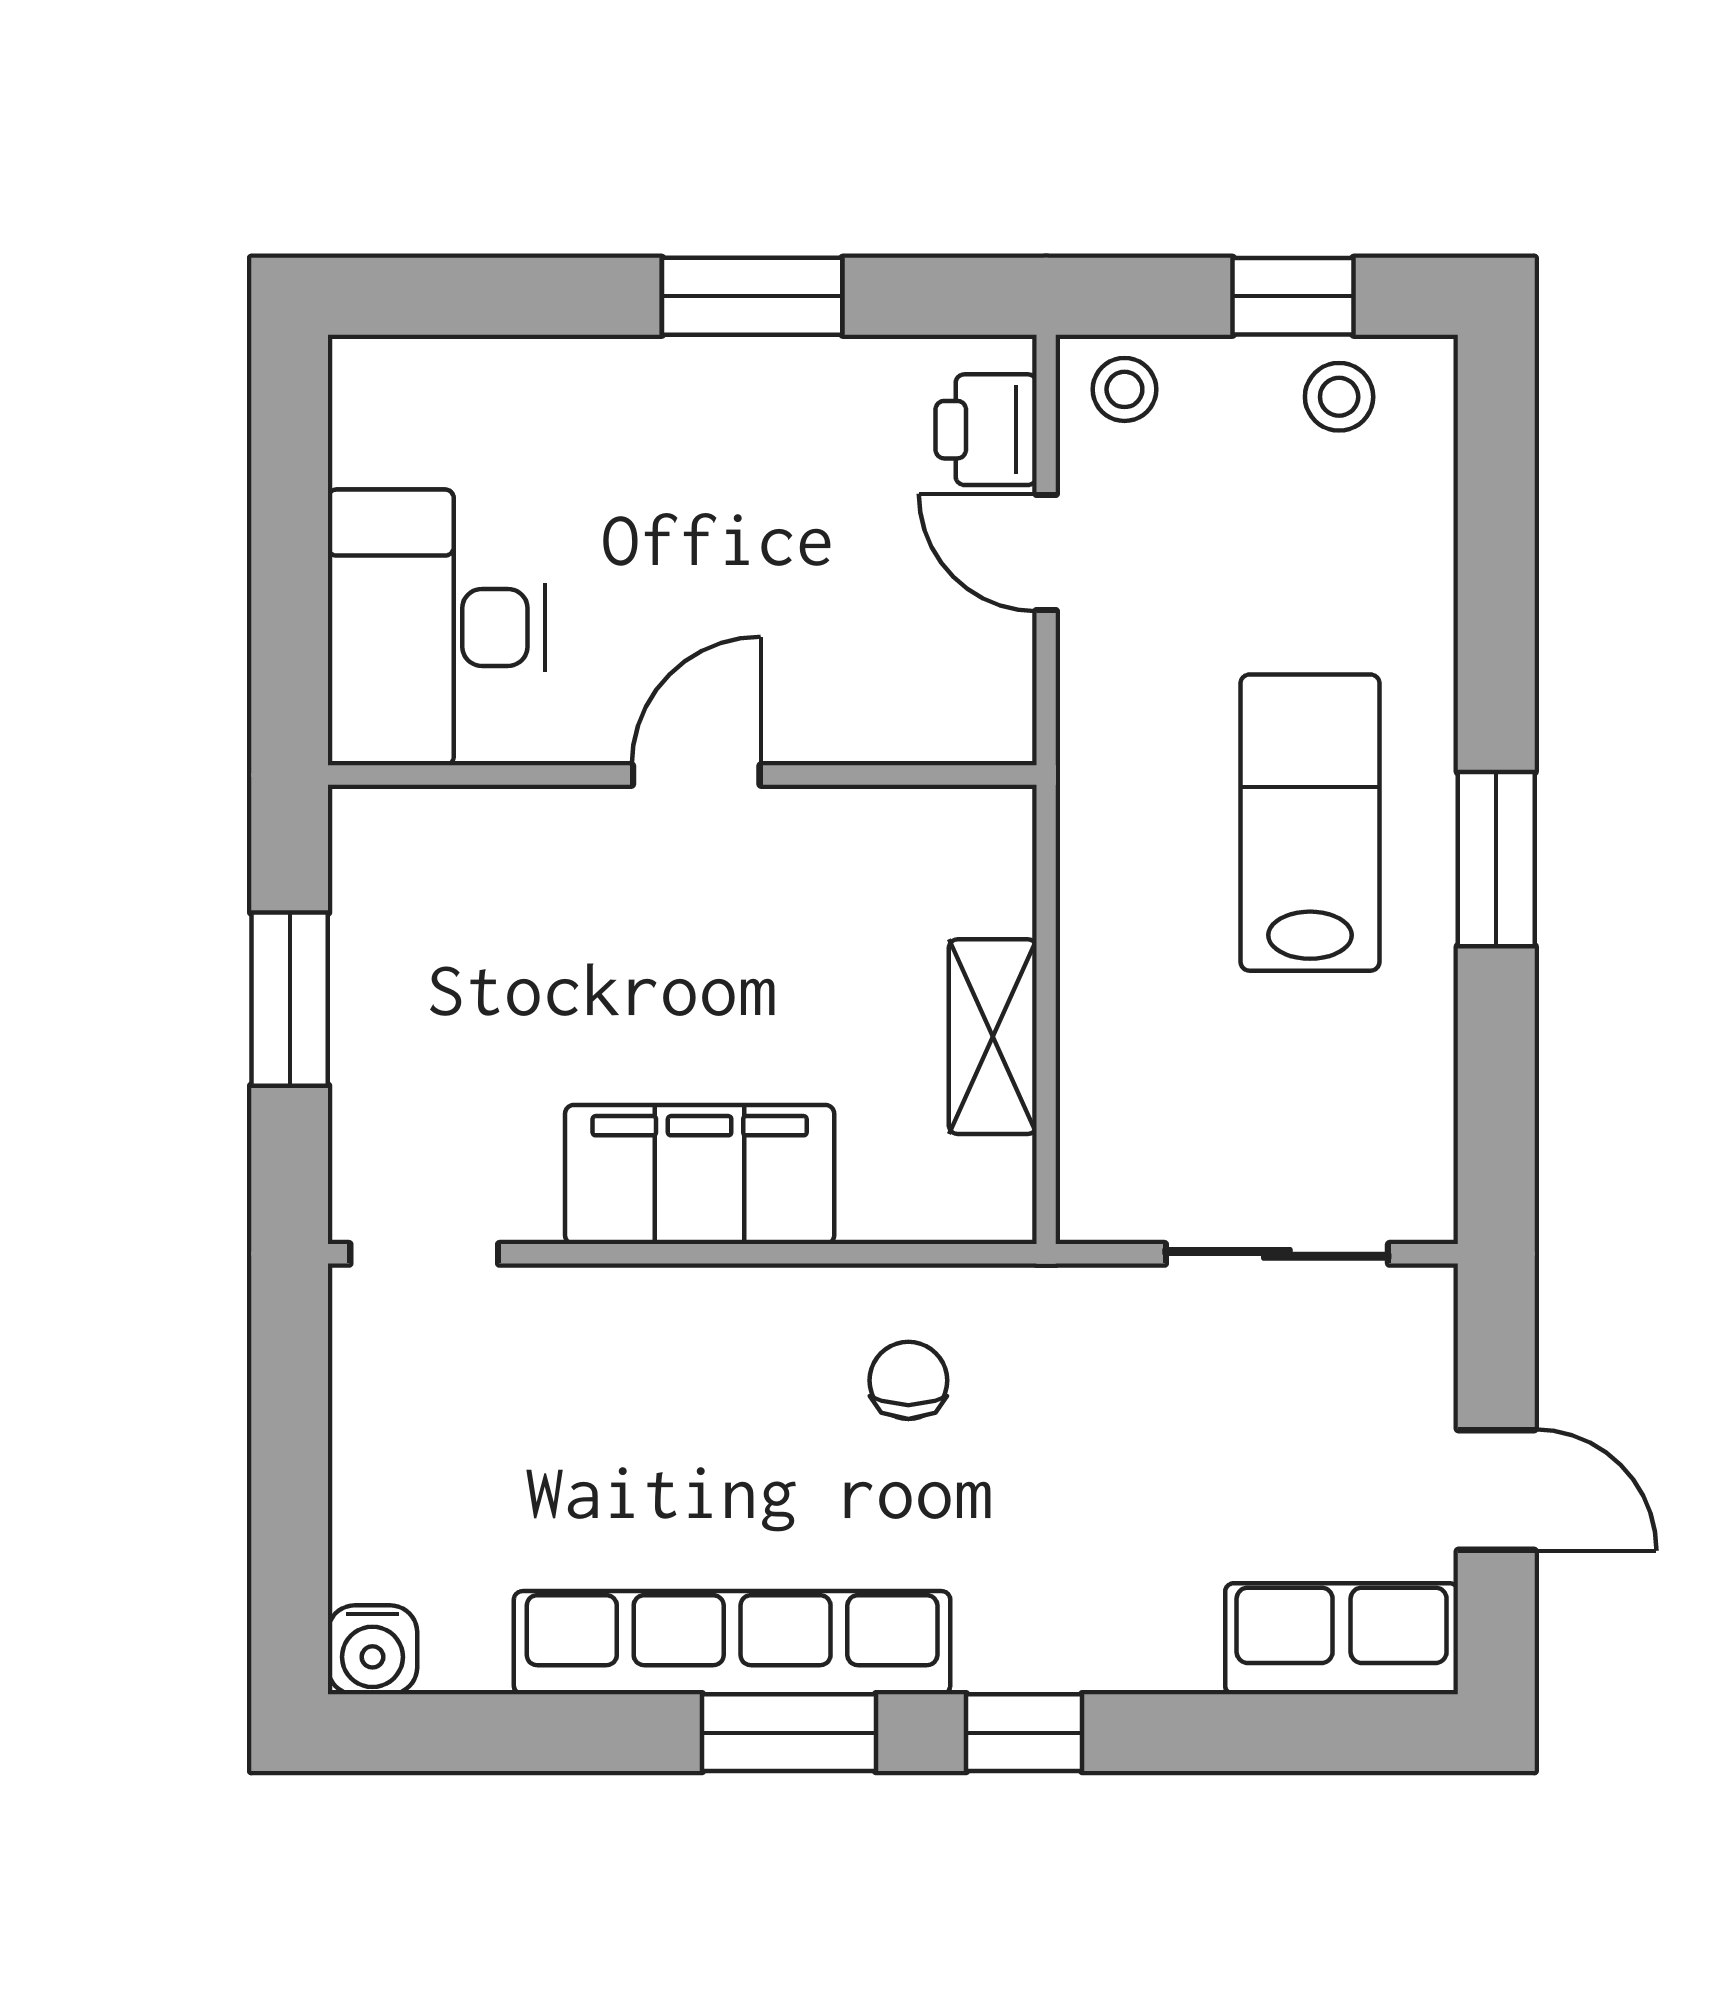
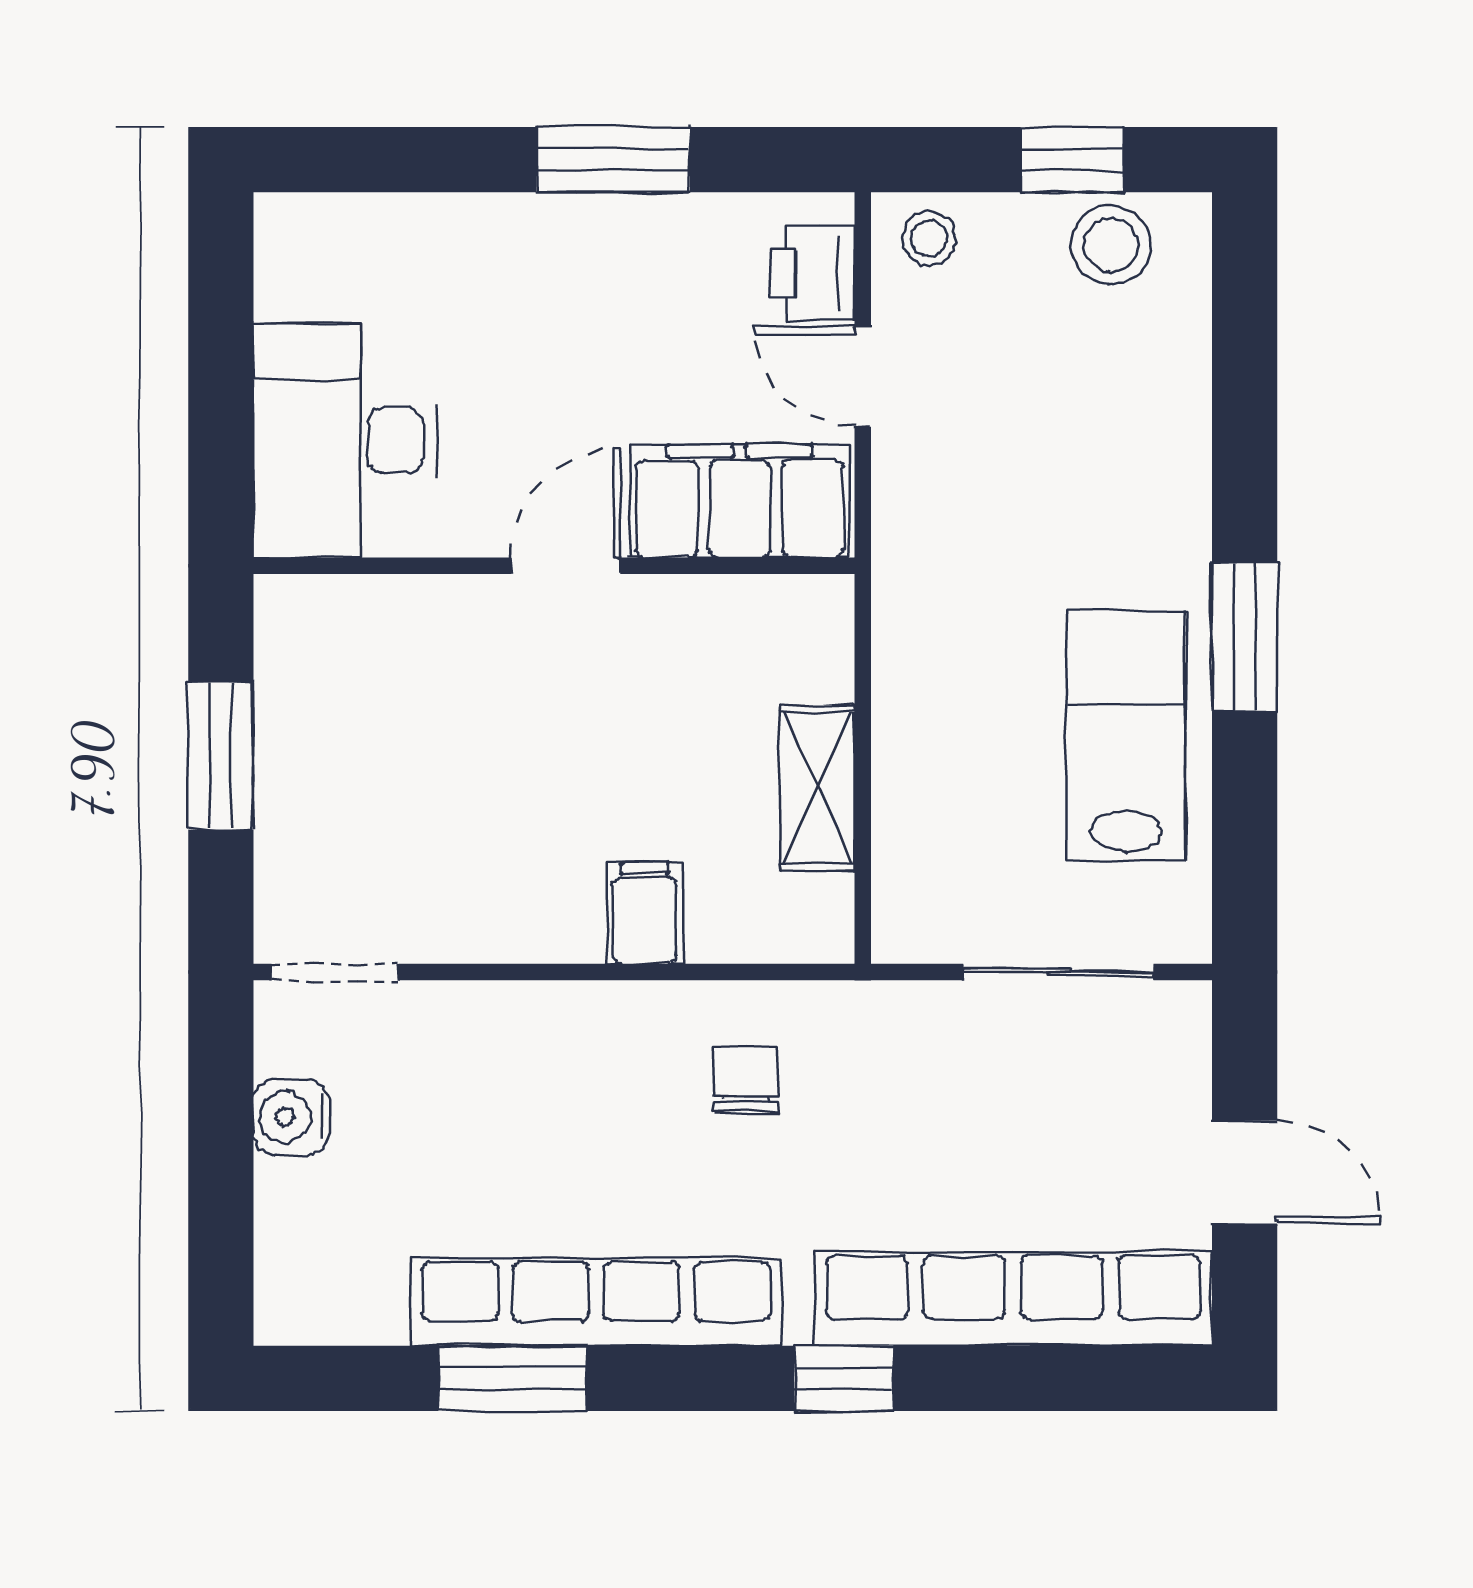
stool: (1339, 397) -> (1111, 245), width x1.37, depth x1.37
filing cabinet: (901, 698) -> (740, 501), added
lab bench: (1310, 823) -> (1126, 735), moved
filing cabinet: (700, 1175) -> (645, 913), width x0.33, depth x0.86
row of seats: (1342, 1639) -> (1013, 1299), width x2.02
water cooler: (372, 1650) -> (291, 1117), moved, turned 90
window: (789, 1733) -> (512, 1378), moved

